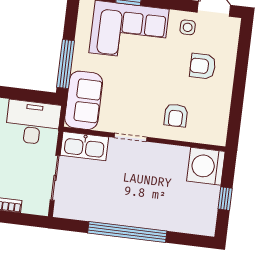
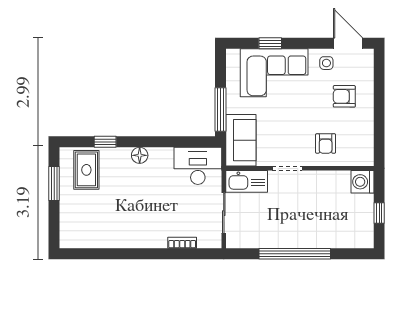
washing machine: (206, 166) -> (362, 182), width x0.73, depth x0.73

